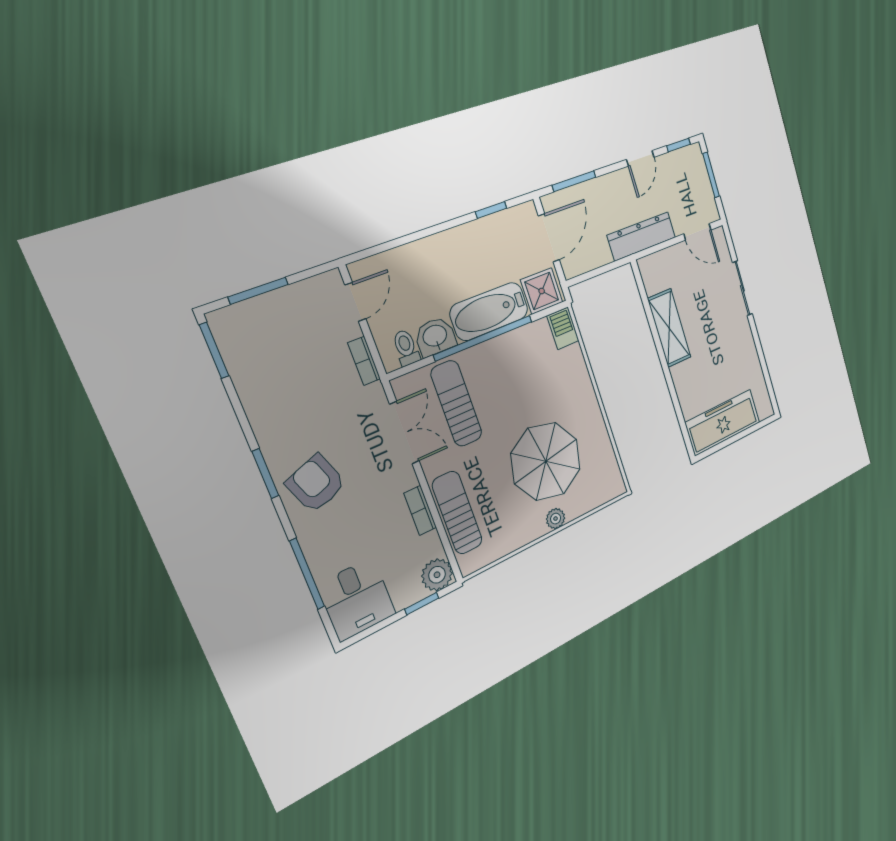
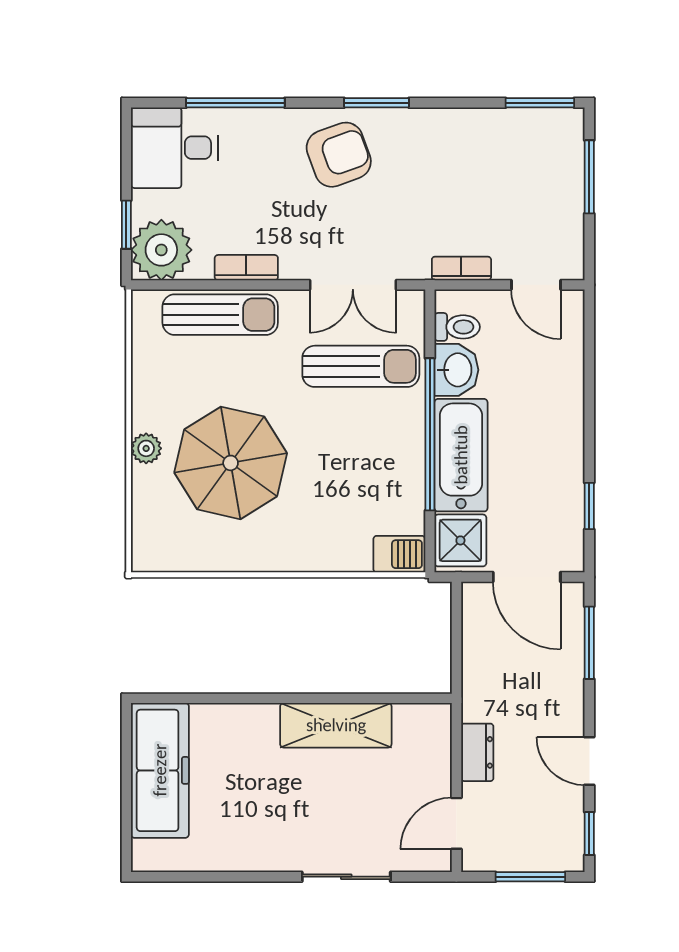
dresser: (642, 236) -> (477, 752), width x0.51, depth x0.80
plant: (437, 575) -> (161, 250), width x1.36, depth x1.36

